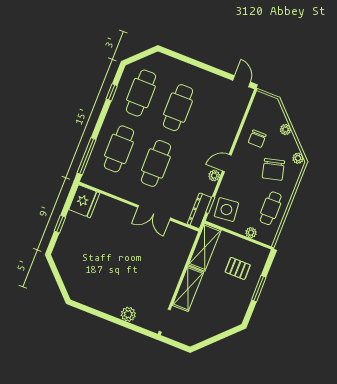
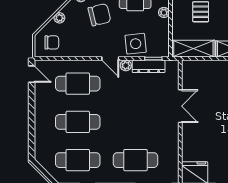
door: (242, 81) -> (32, 74), swing flipped
chair: (257, 139) -> (52, 42), moved
cafe table: (156, 163) -> (78, 84), moved
side table: (226, 210) -> (136, 44), moved
dresser: (199, 211) -> (149, 66), moved

